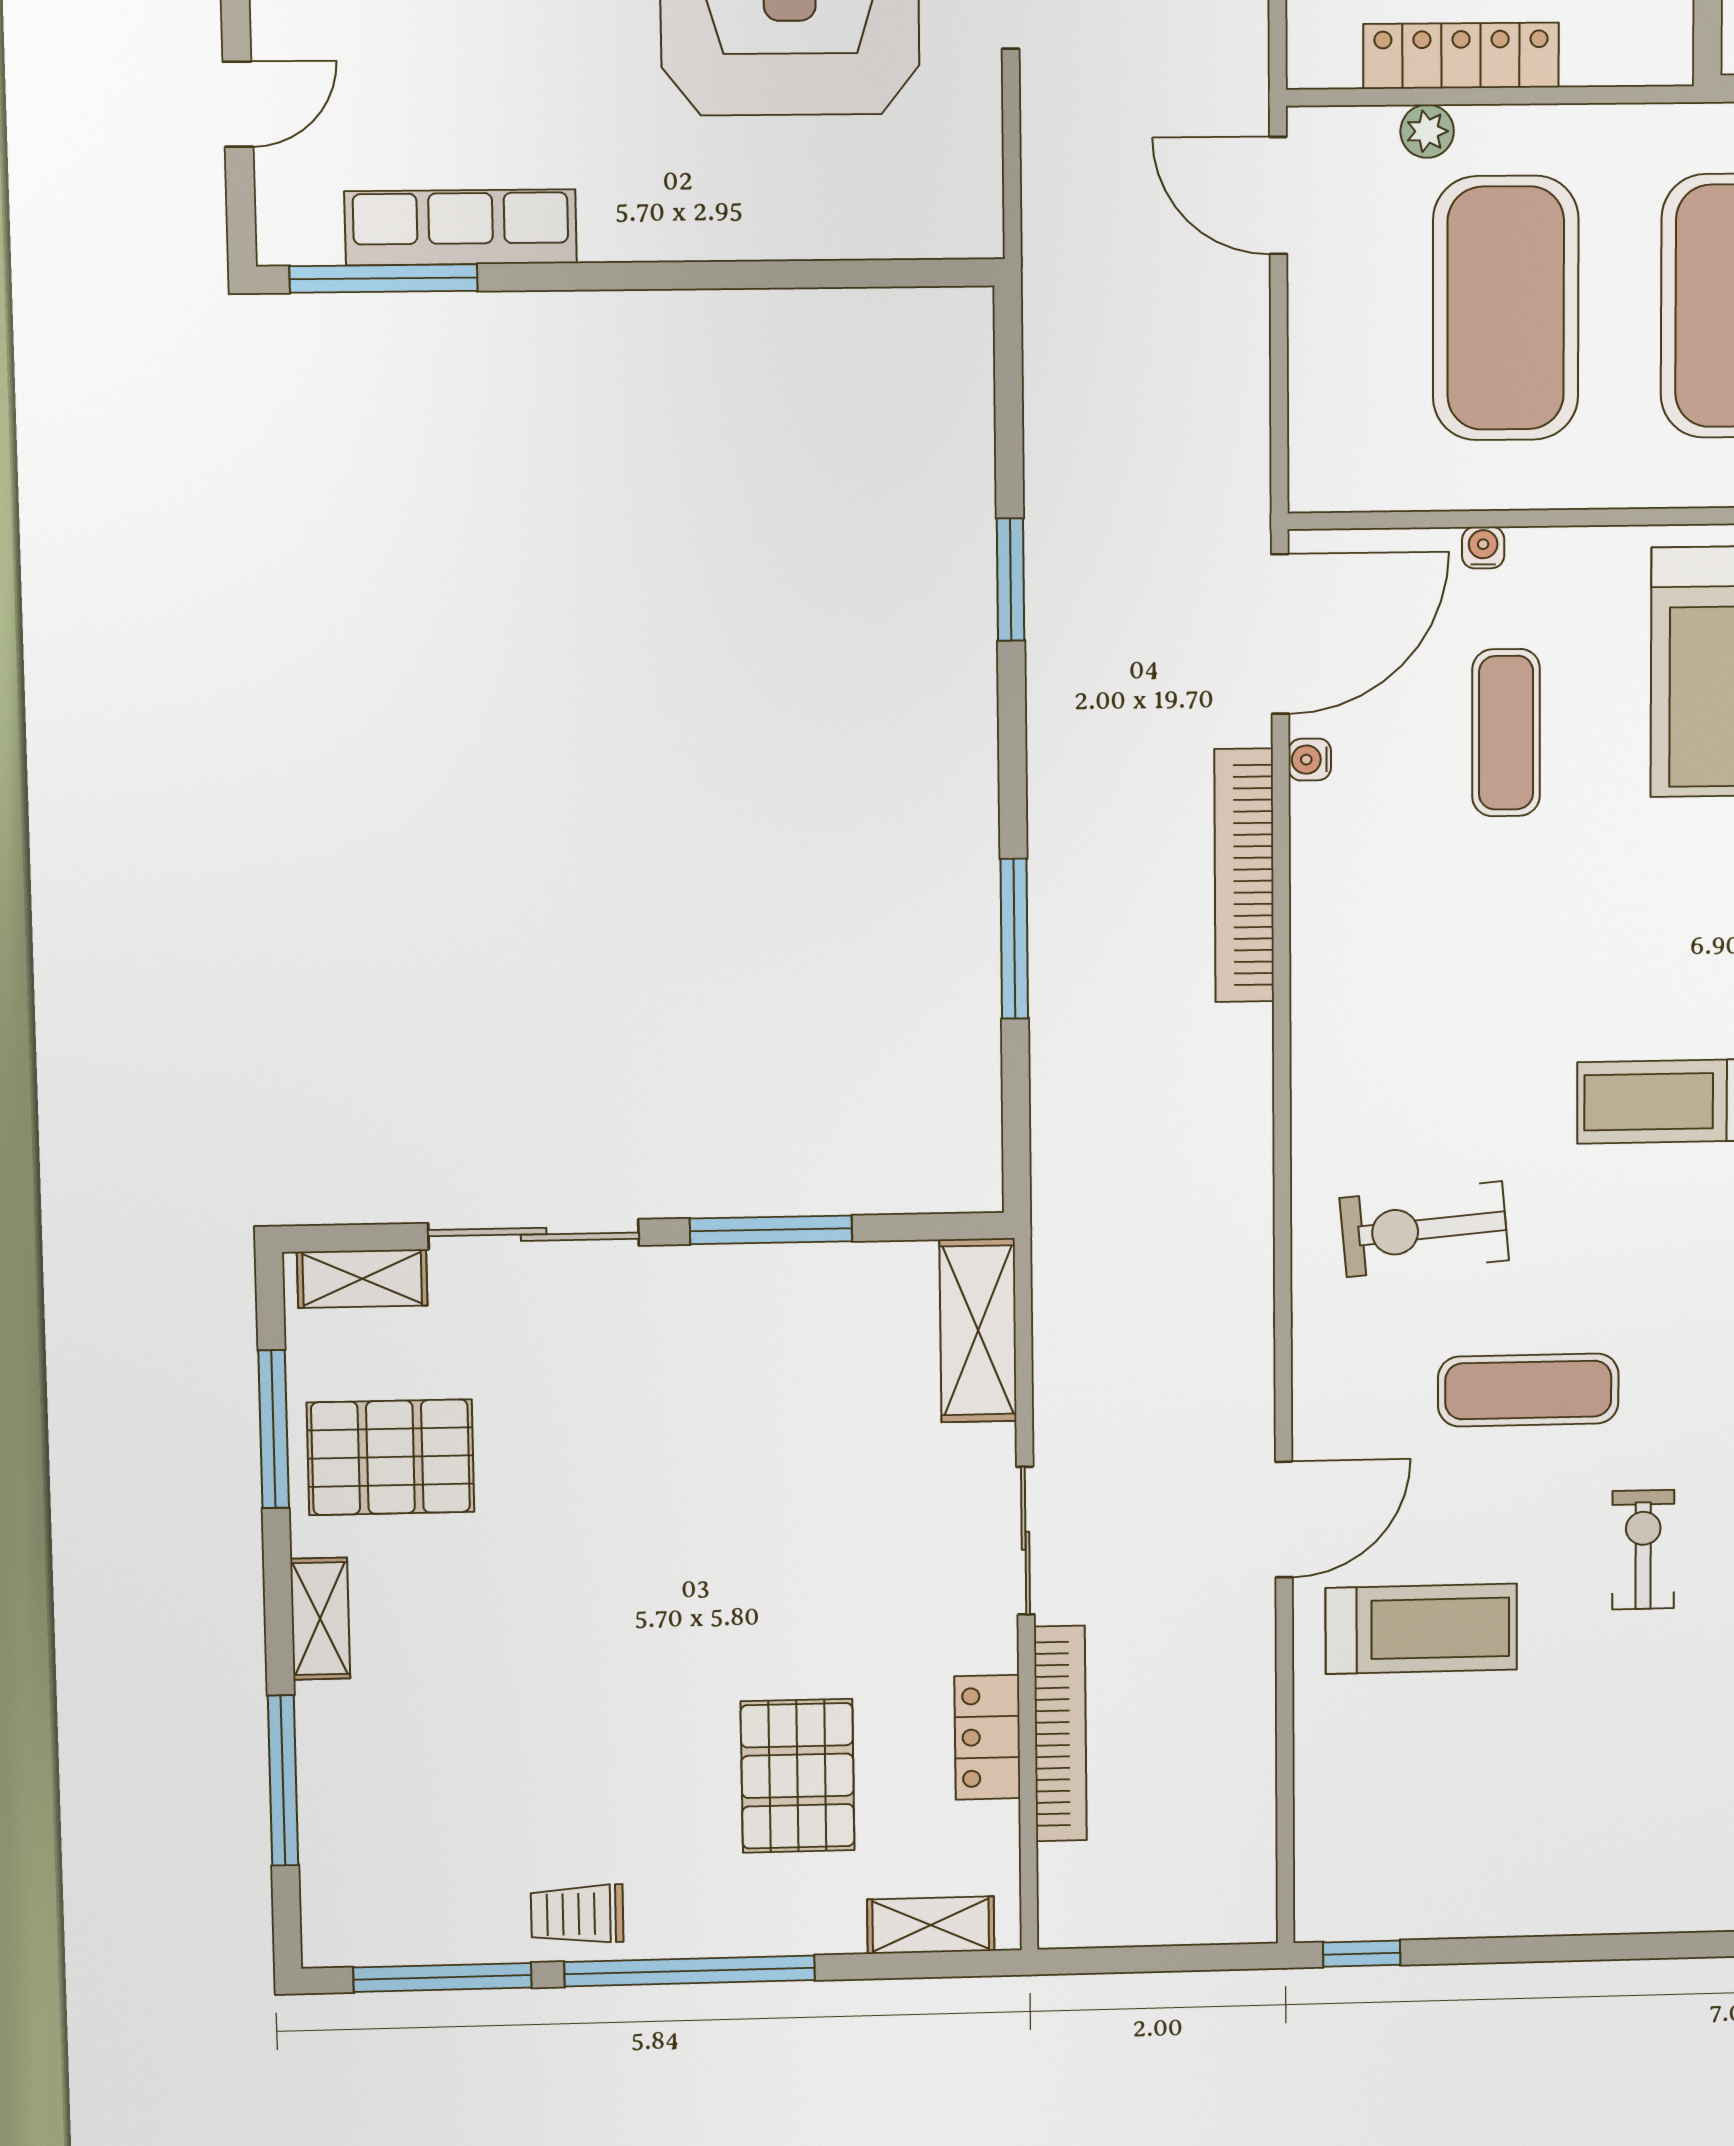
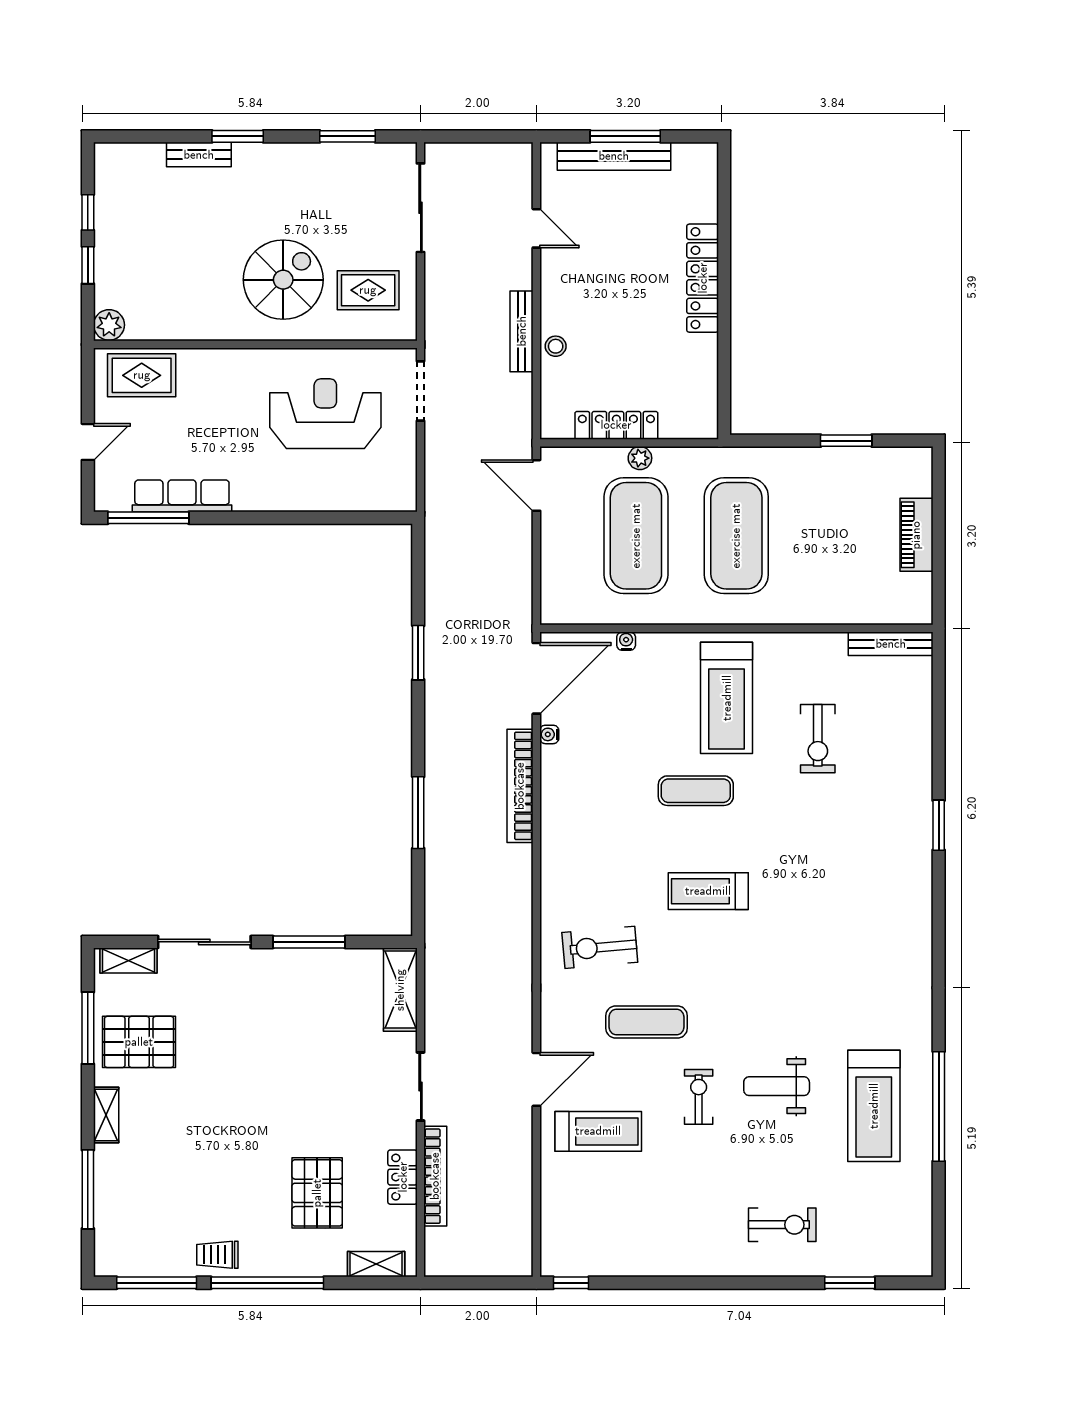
plant: (1427, 131) -> (640, 458), moved
exercise mat: (1506, 733) -> (696, 791), moved, turned 90

